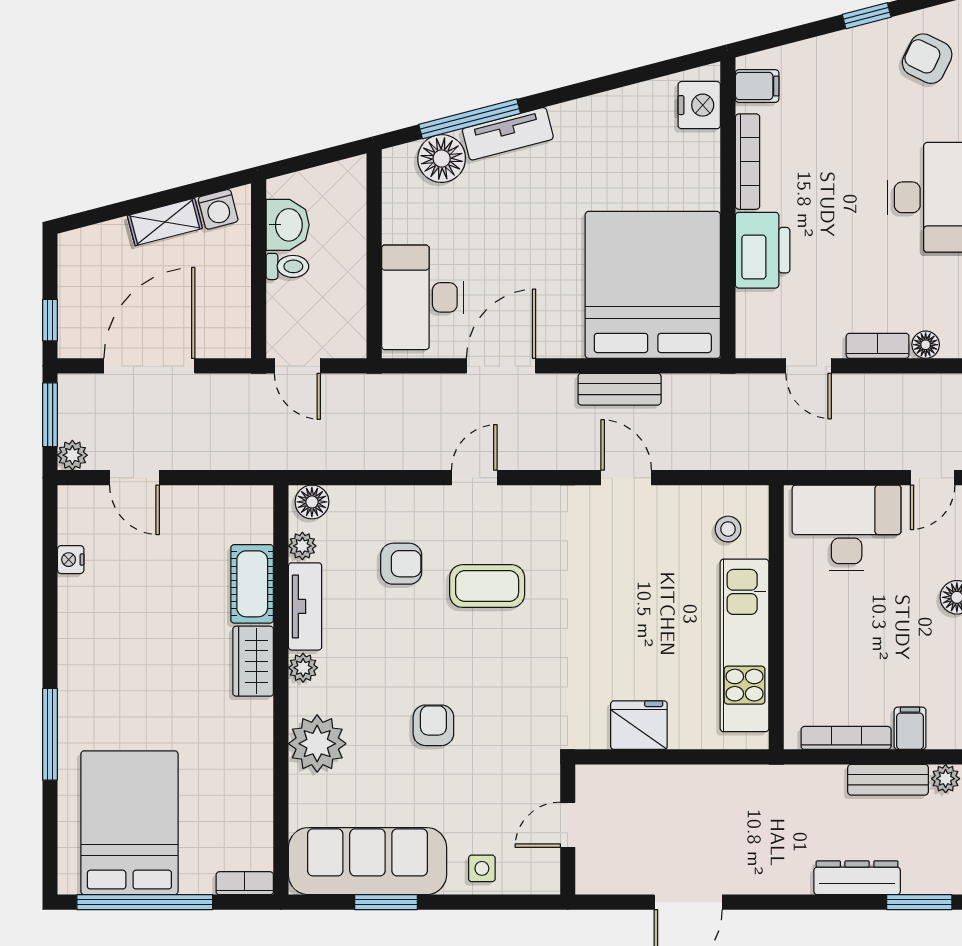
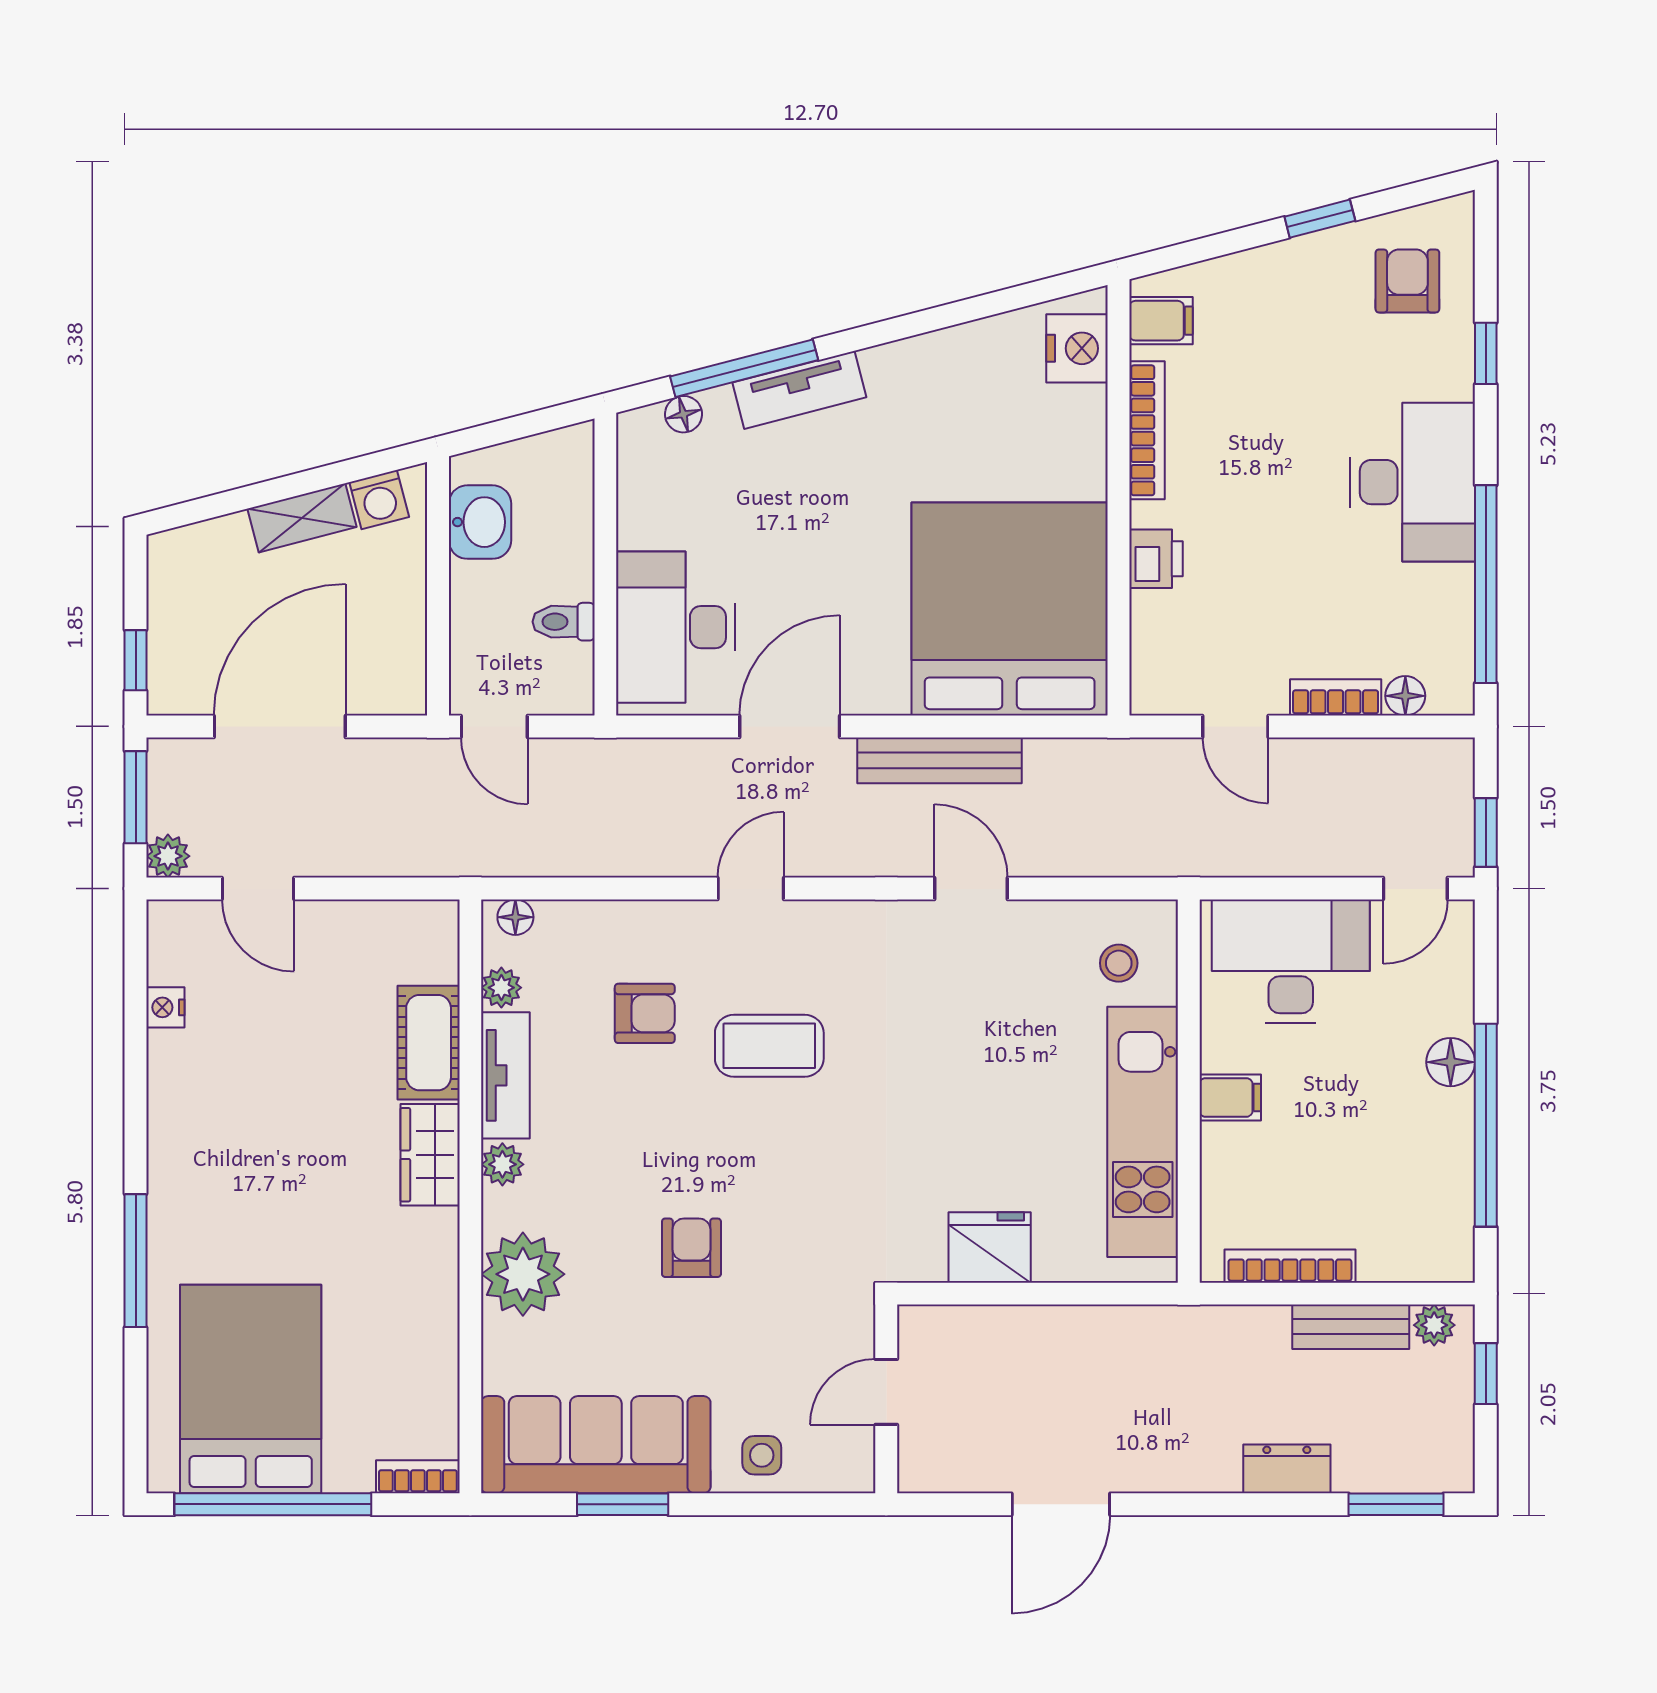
armchair: (927, 59) -> (1407, 281), turned 64
floor lamp: (442, 159) -> (684, 414), width x0.53, depth x0.53
printer: (763, 250) -> (1156, 559), width x0.53, depth x0.68
toilet: (287, 266) -> (564, 622), moved, turned 180
bench: (620, 389) -> (939, 760), width x1.36
floor lamp: (312, 502) -> (515, 917), width x0.73, depth x0.73
filing cabinet: (910, 728) -> (1230, 1097), moved, turned 90
dresser: (857, 878) -> (1287, 1469), width x0.70

